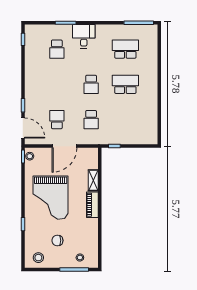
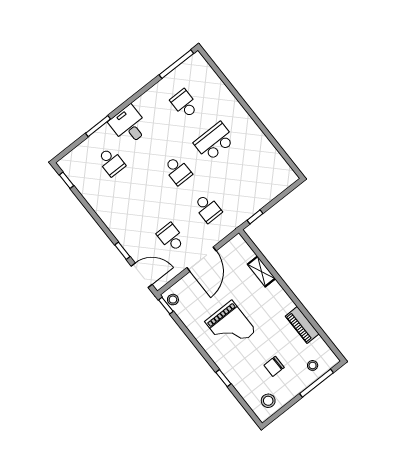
school desk: (125, 49) -> (184, 104), width x0.54
grand piano: (51, 198) -> (230, 326), width x0.73, depth x0.68
piano: (92, 205) -> (302, 325), moved

